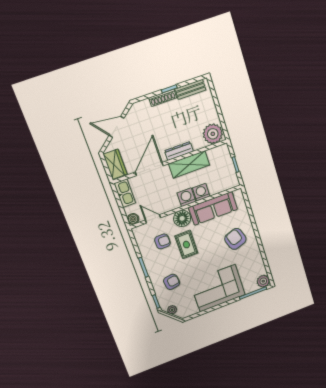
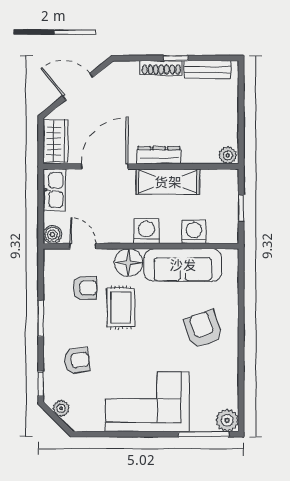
plant: (213, 134) -> (228, 155), width x0.53, depth x0.53
washing machine: (201, 192) -> (194, 232), moved

